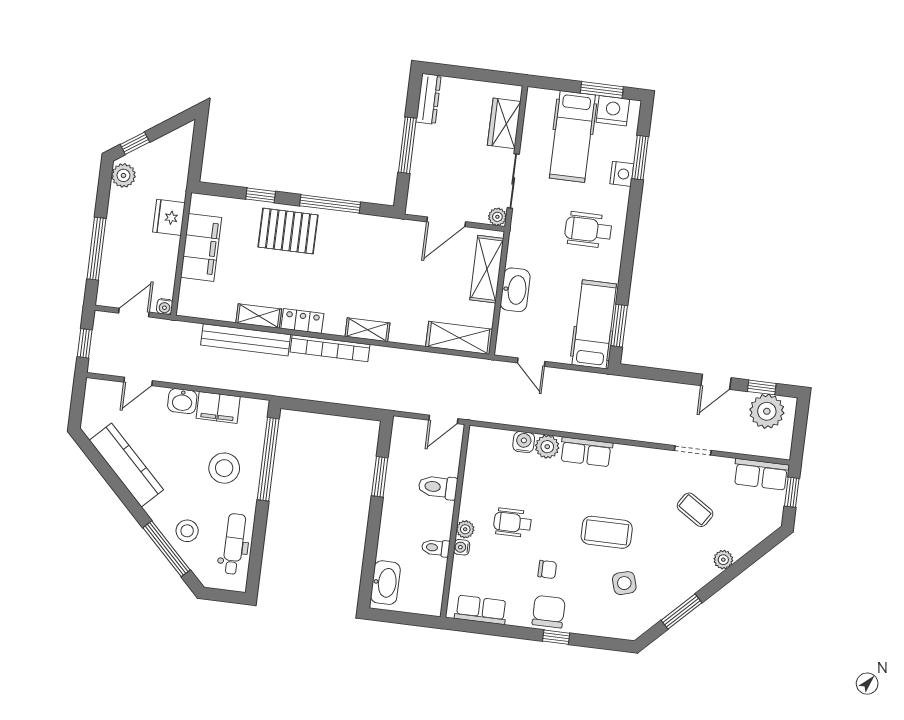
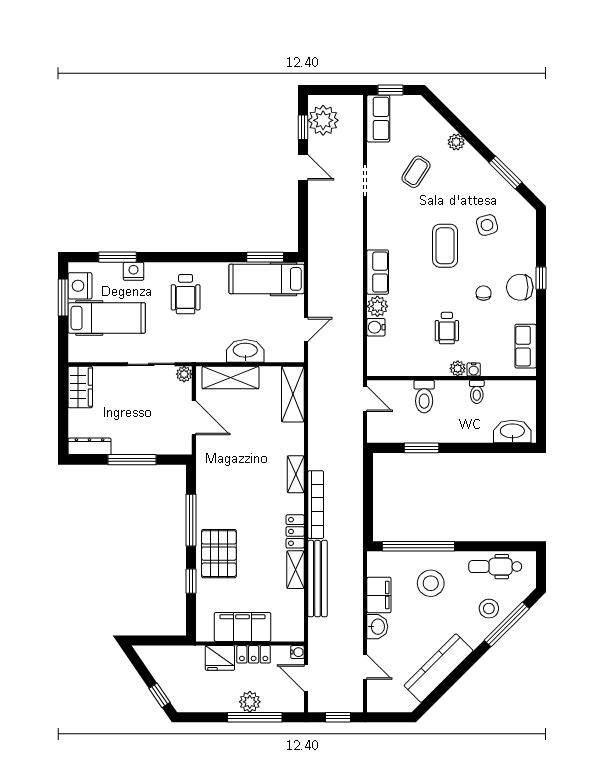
wardrobe: (504, 123) -> (80, 387), moved, turned -90
plant: (123, 175) -> (250, 702), moved
locker: (168, 256) -> (254, 654), added

